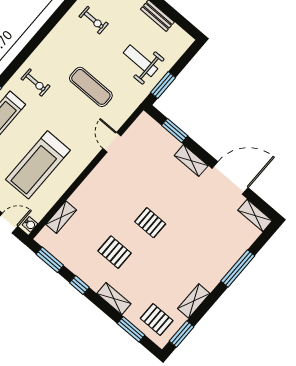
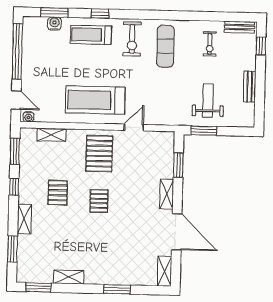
exercise bike: (36, 82) -> (132, 39), width x1.38, depth x1.39
exercise mat: (91, 87) -> (165, 46), moved
treadmill: (38, 165) -> (95, 100), moved
window: (238, 268) -> (117, 289), width x0.69
pallet: (157, 319) -> (99, 154), moved, width x1.50, depth x1.42

